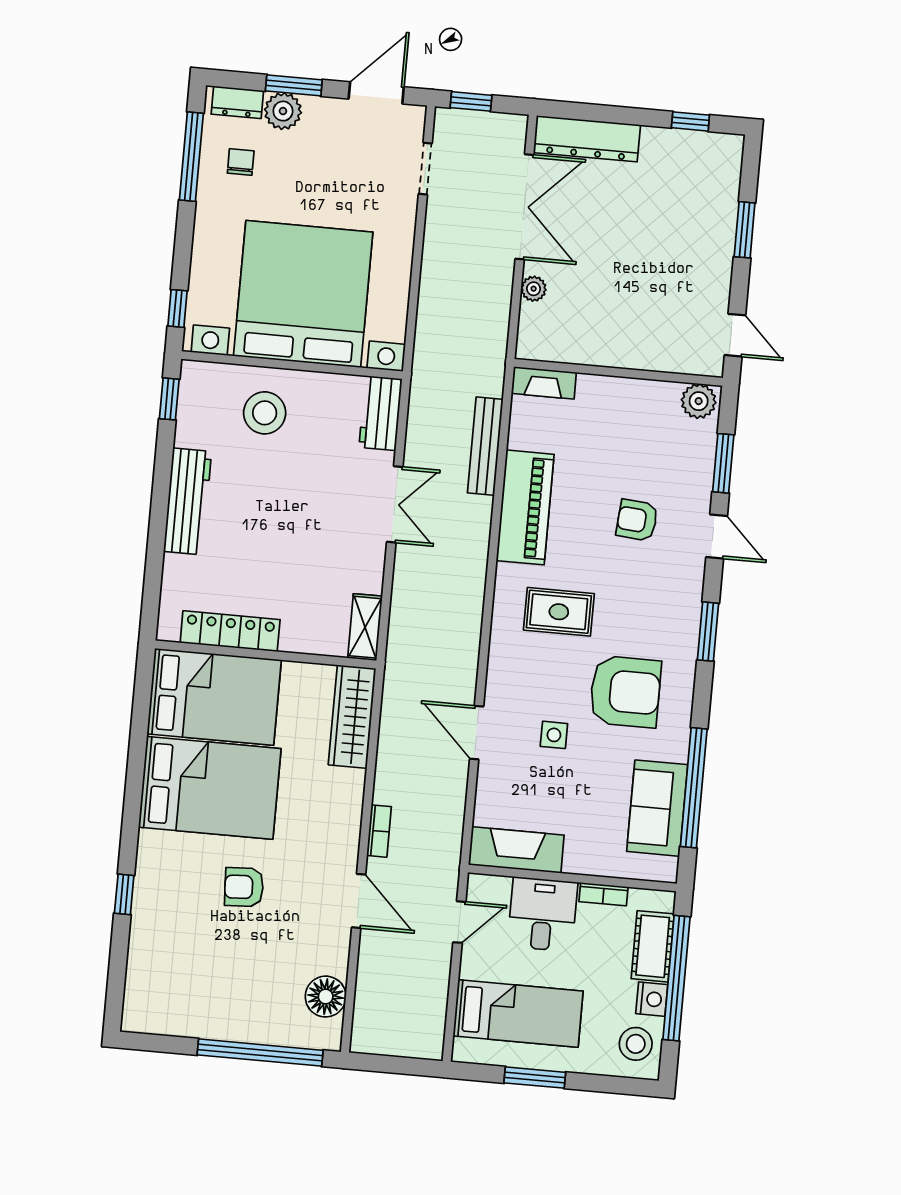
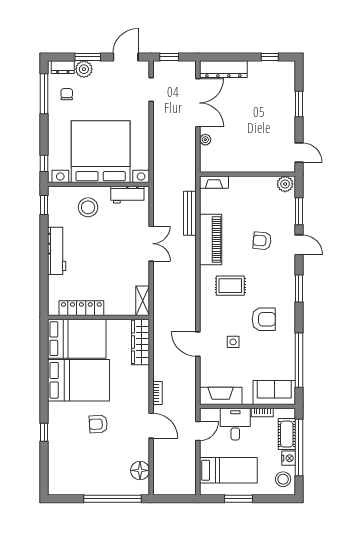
workbench: (381, 413) -> (127, 195), moved, turned -90
armchair: (625, 692) -> (264, 319), width x0.73, depth x0.73
sofa: (657, 808) -> (274, 392), moved, turned 90

